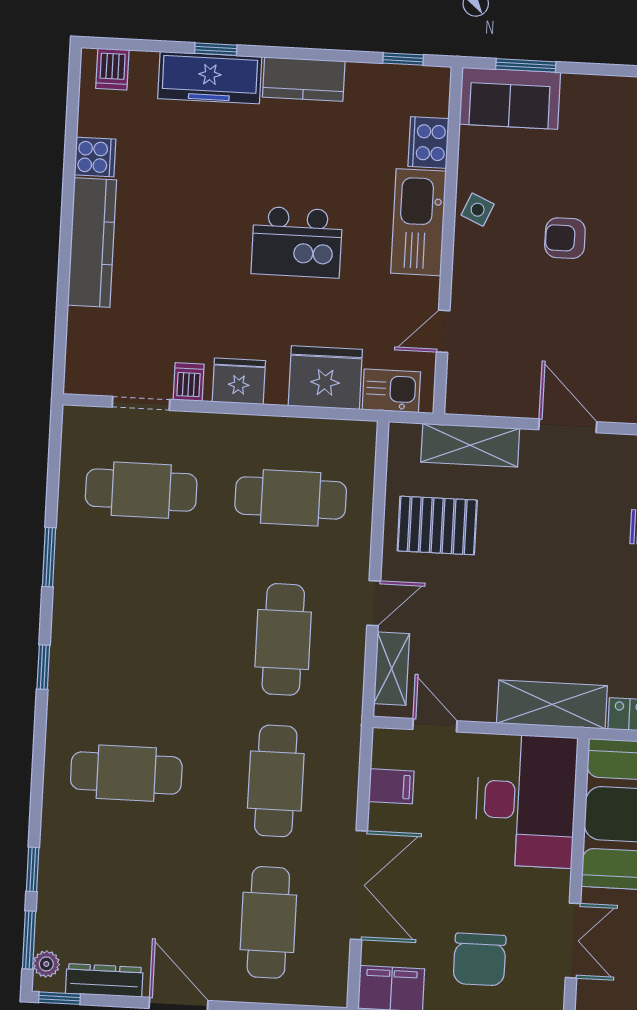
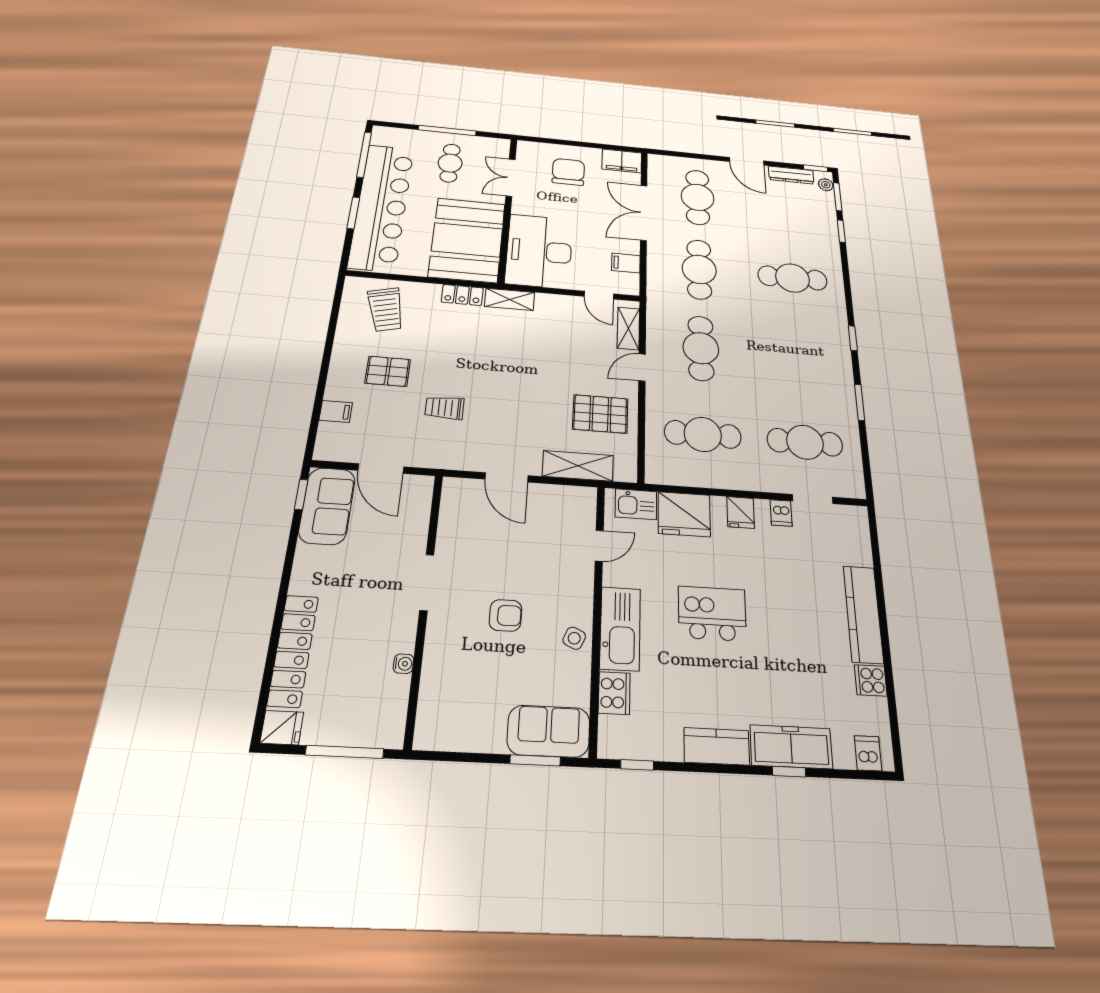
fridge: (239, 381) -> (741, 512), width x0.72
shelving: (552, 704) -> (510, 299), width x0.67, depth x0.75

